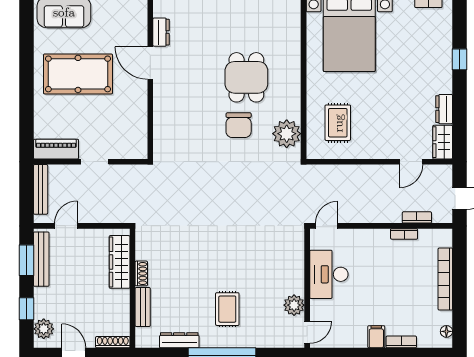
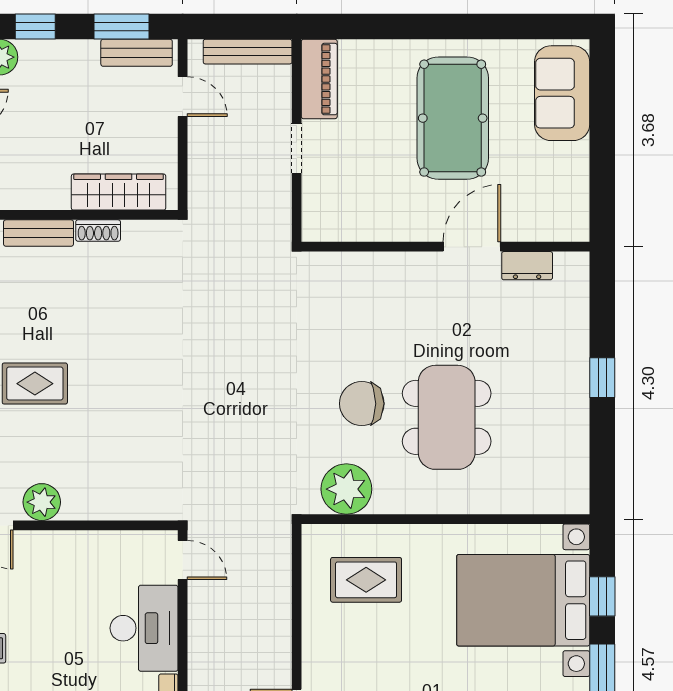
dining table: (246, 77) -> (447, 417), width x1.37
bench: (41, 259) -> (137, 53), width x0.73
desk: (329, 274) -> (144, 628), moved, turned 90

